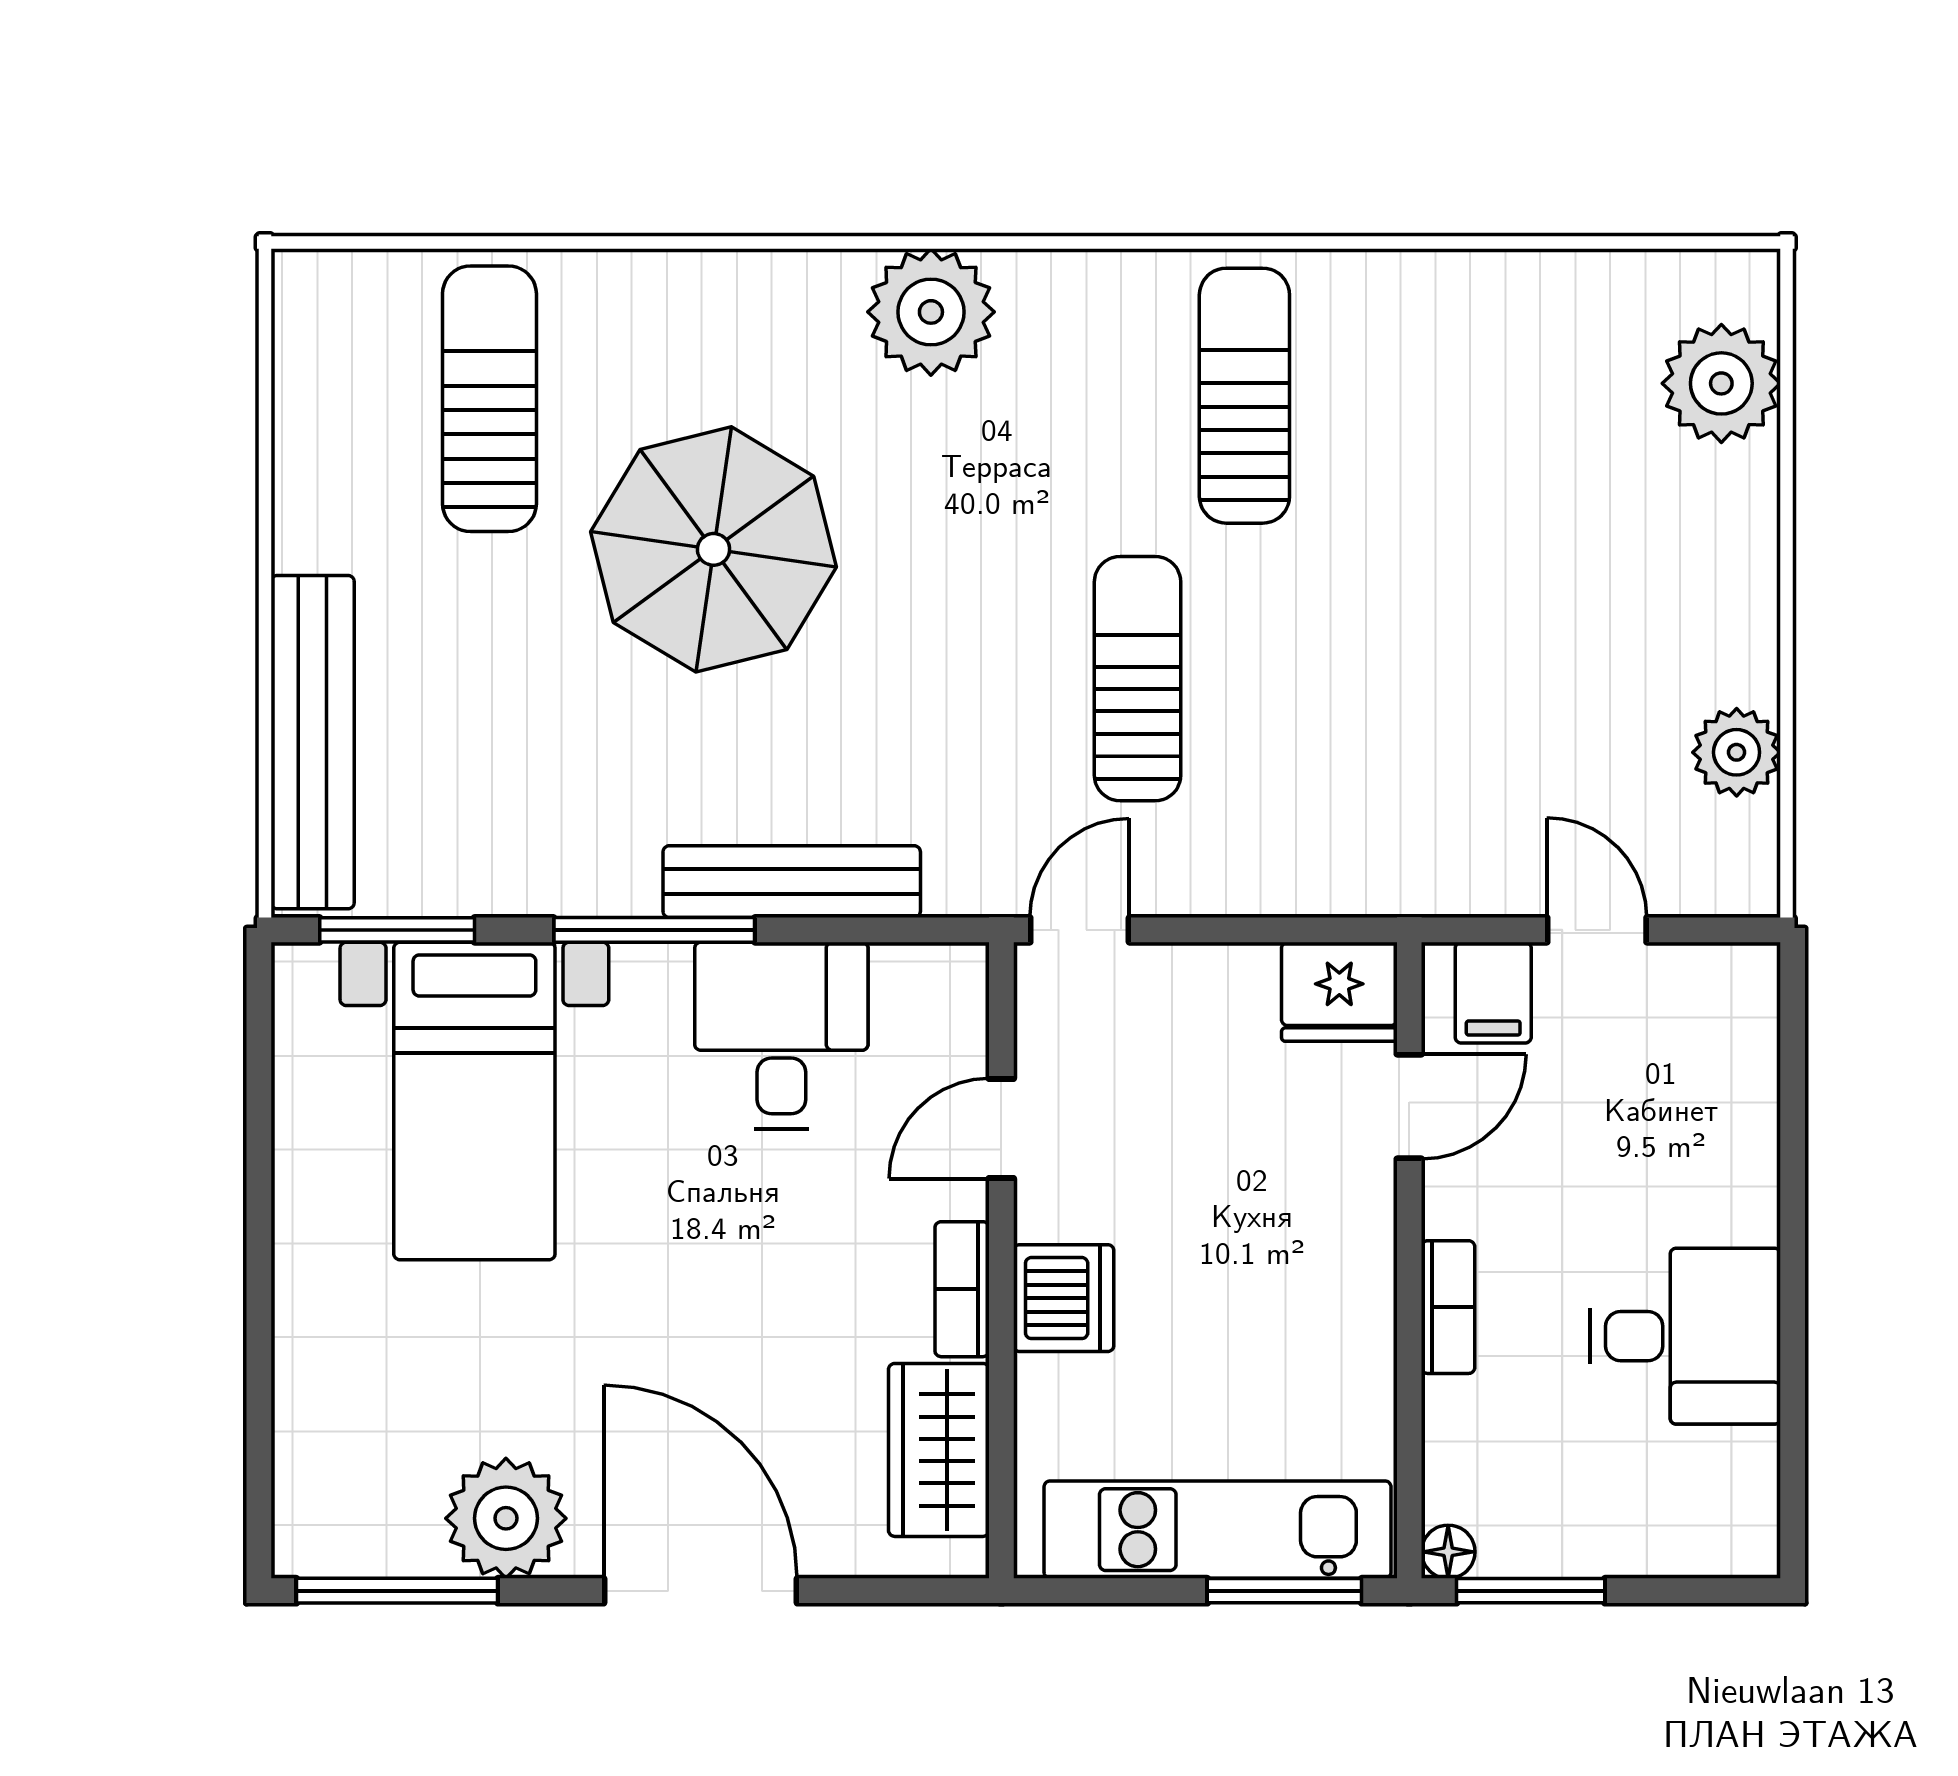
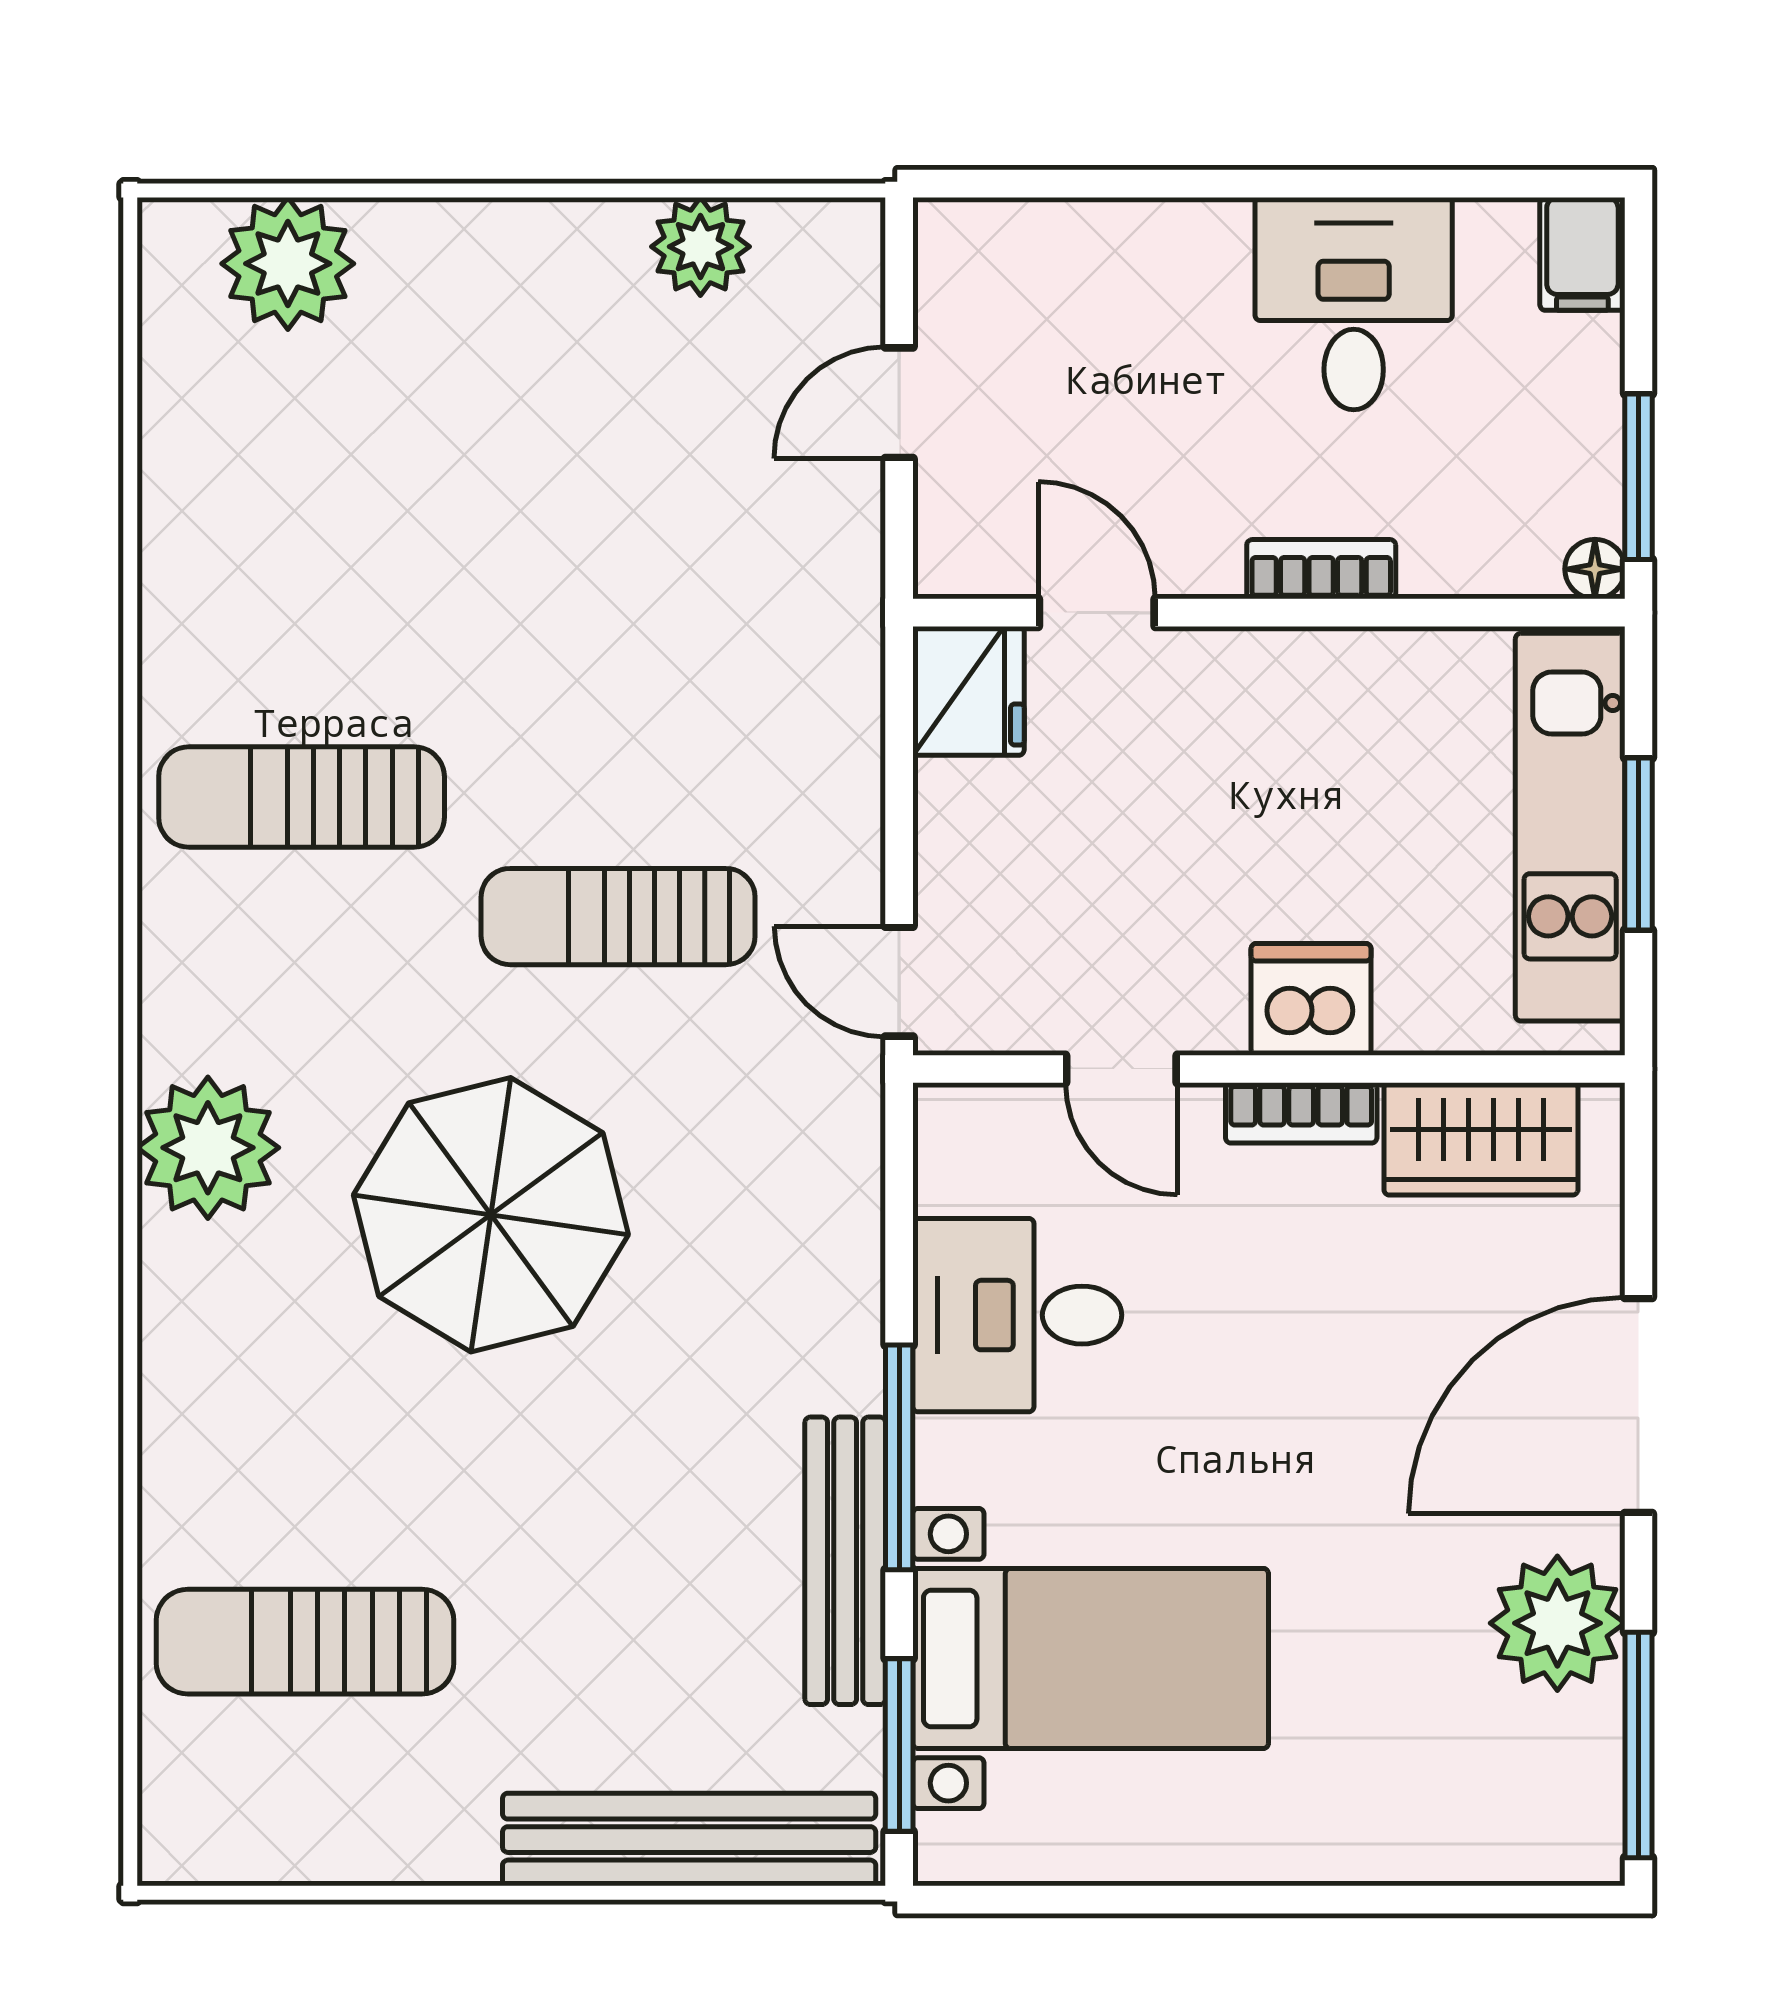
parasol: (714, 549) -> (491, 1215), moved
bench: (792, 882) -> (845, 1561), moved
filing cabinet: (1493, 993) -> (1582, 254), moved, turned 90
window: (1284, 1591) -> (1638, 844), moved

